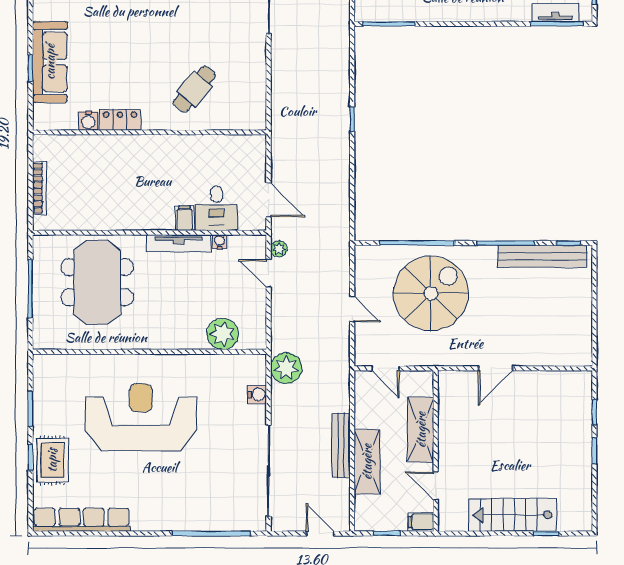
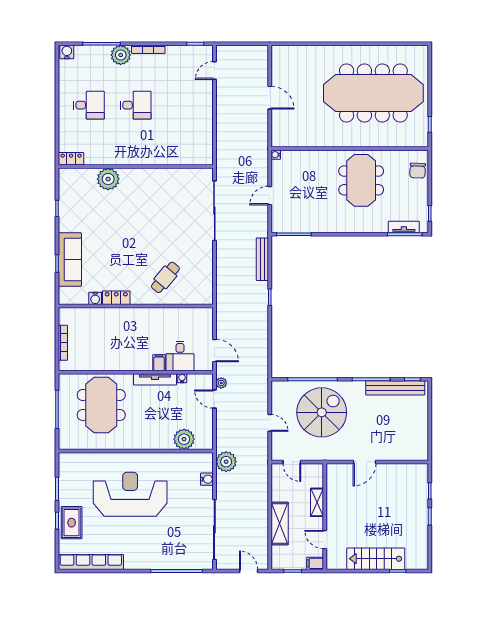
shelving: (421, 430) -> (317, 502), width x0.67, depth x0.75
bench: (341, 446) -> (262, 259), moved

